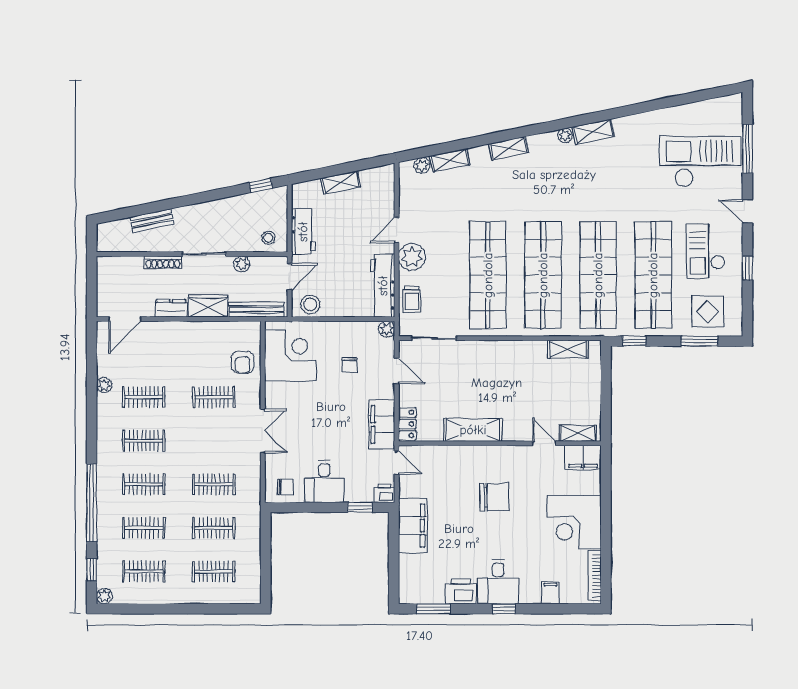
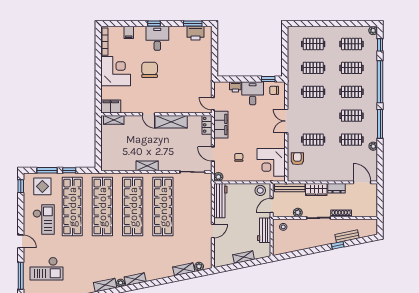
shelving: (509, 148) -> (135, 279), moved
checkout: (700, 162) -> (46, 269), width x0.73, depth x0.83
window: (261, 185) -> (338, 245), moved
plant: (412, 257) -> (204, 216), removed
window: (747, 268) -> (21, 186), moved
trolley: (412, 299) -> (205, 193), removed
door: (125, 319) -> (362, 182), hinge flipped
window: (634, 341) -> (69, 170), moved
shelving: (568, 349) -> (147, 166), moved
window: (92, 426) -> (380, 124), added
door: (544, 443) -> (149, 114), moved
printer: (384, 493) -> (235, 87), moved
chair: (494, 497) -> (150, 70), moved, turned 92
window: (360, 507) -> (268, 79), moved
filing cabinet: (413, 526) -> (204, 69), removed
printer: (461, 591) -> (195, 33), moved

